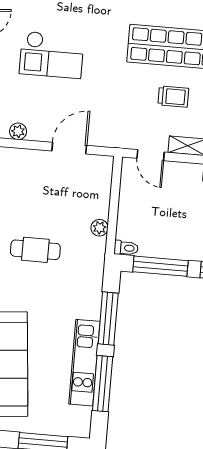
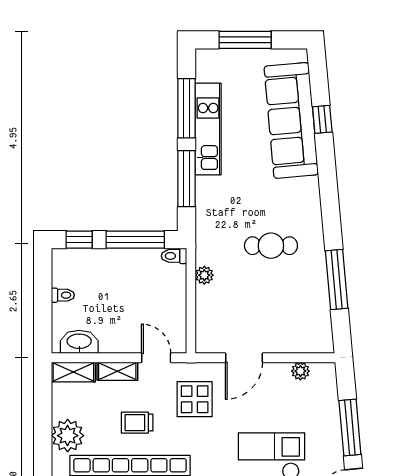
display table: (118, 114) -> (195, 399), added

